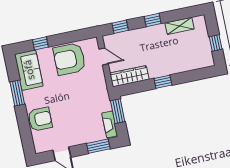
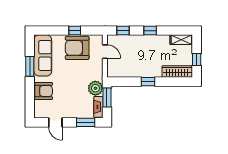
shelving: (180, 26) -> (181, 40), moved
window: (40, 43) -> (75, 31), moved
sofa: (29, 70) -> (43, 55), width x1.36
wardrobe: (129, 76) -> (177, 72), moved
plant: (102, 103) -> (95, 88), added

